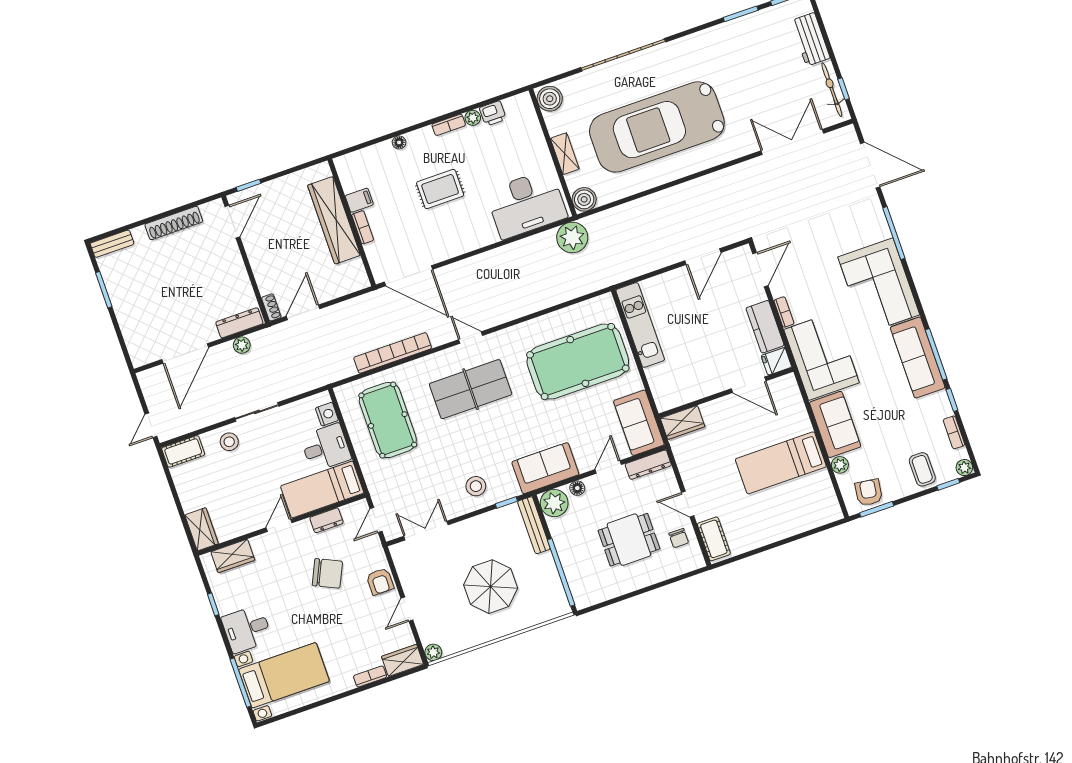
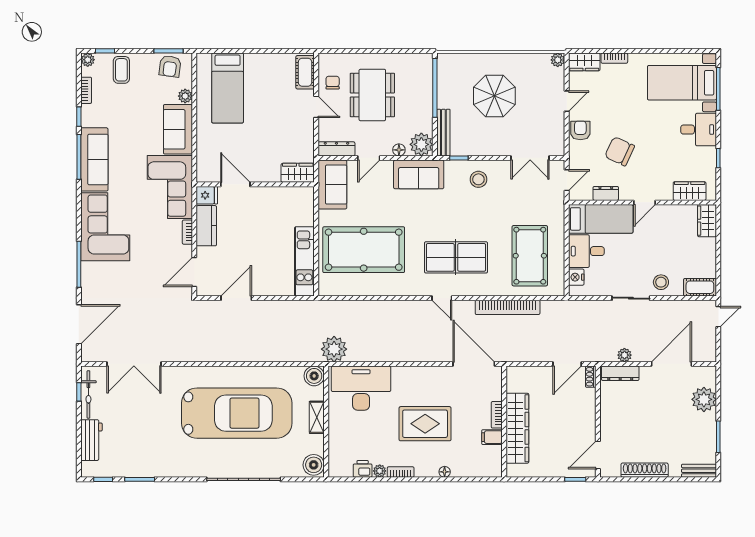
door: (870, 165) -> (79, 324), swing flipped
rug: (440, 189) -> (425, 424), width x1.36, depth x1.43
plant: (135, 326) -> (704, 399), added
bed: (781, 463) -> (228, 88), moved, turned 90
dining table: (629, 540) -> (372, 95), width x1.38

